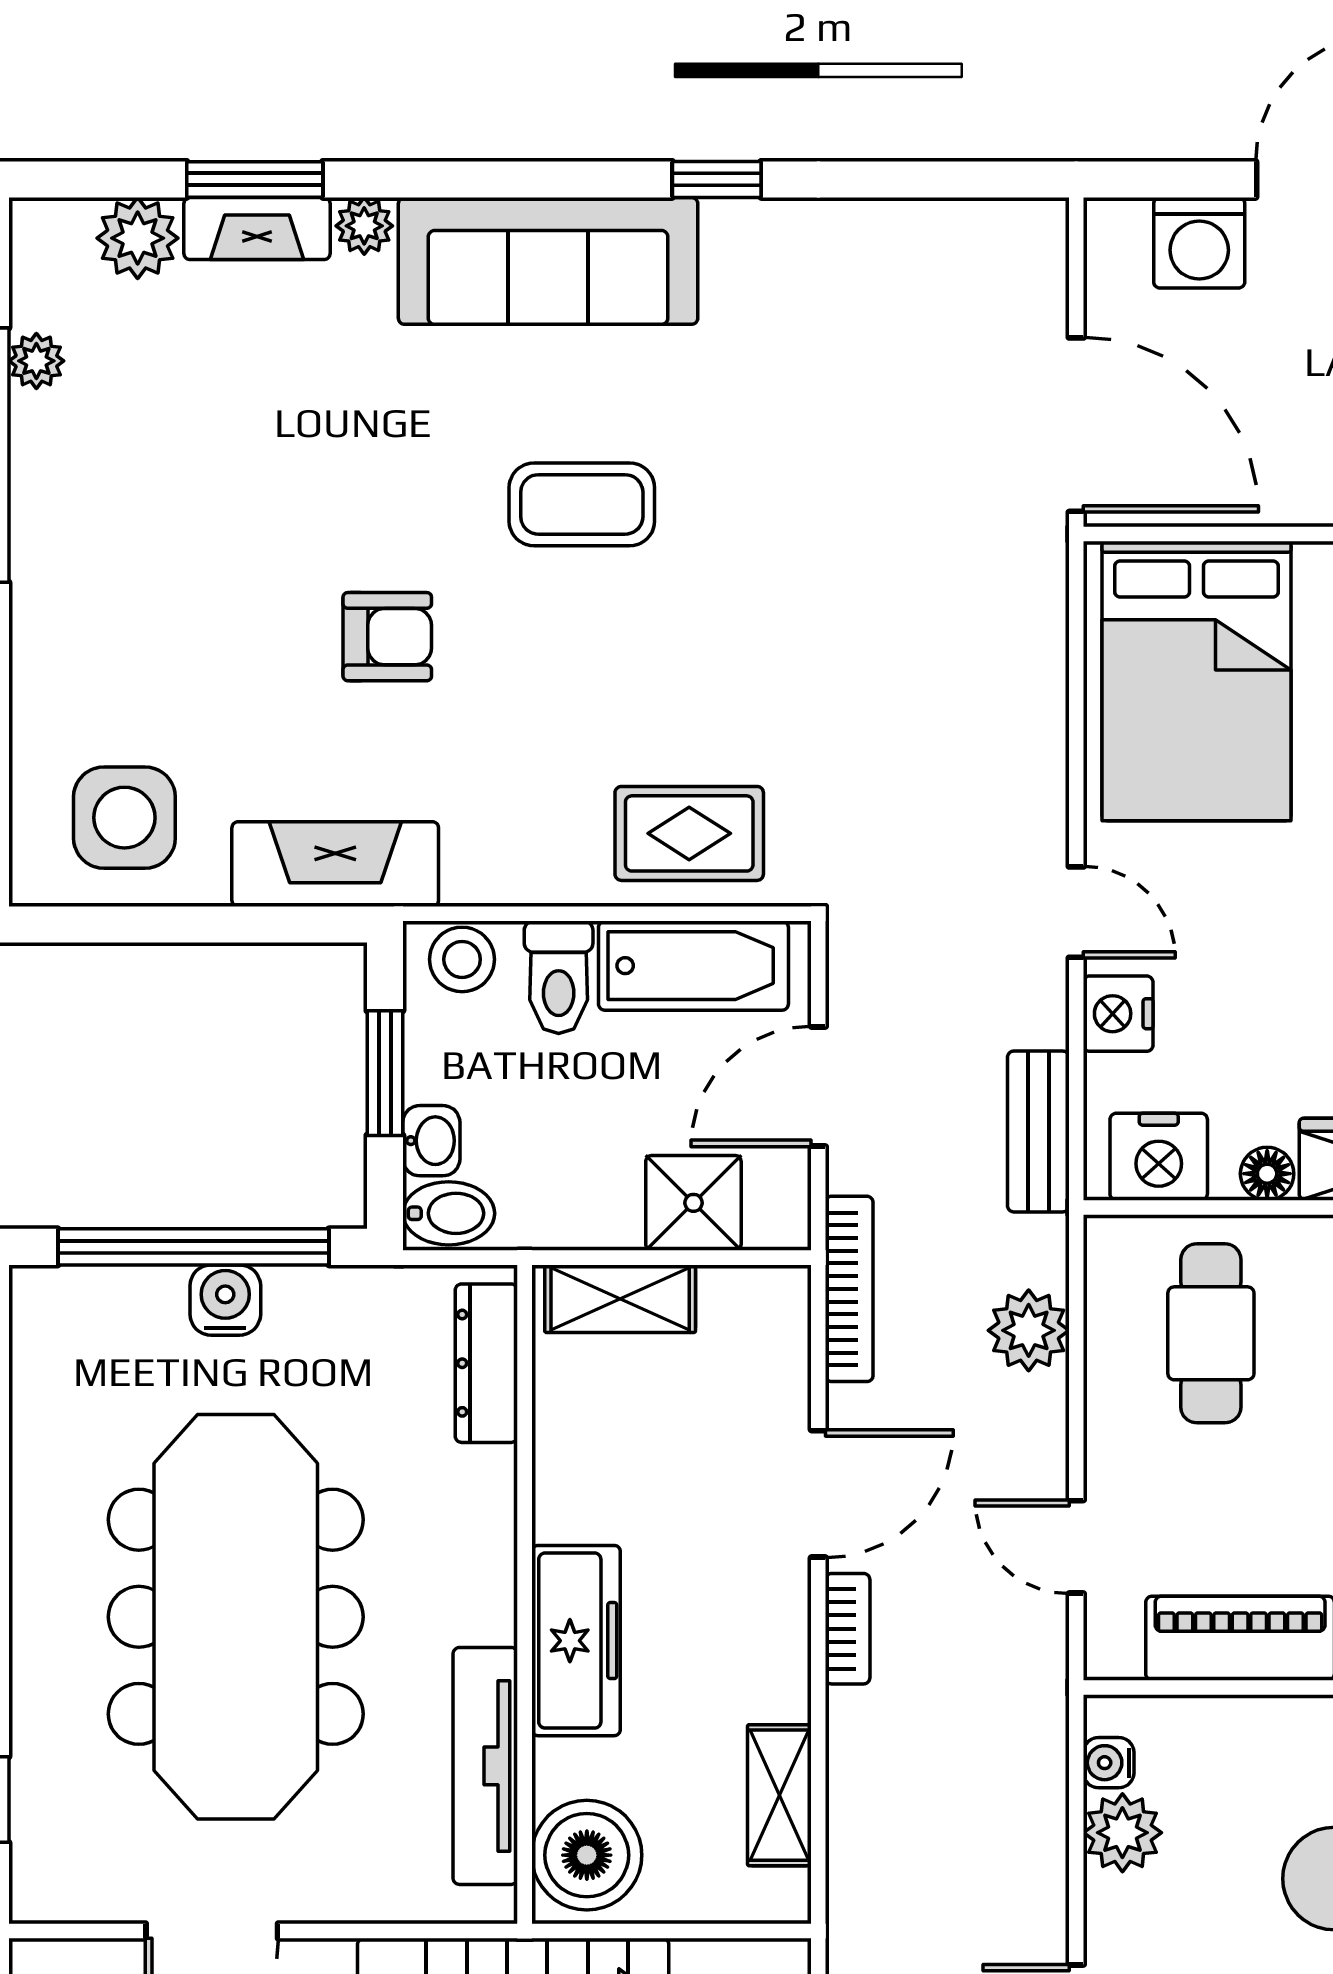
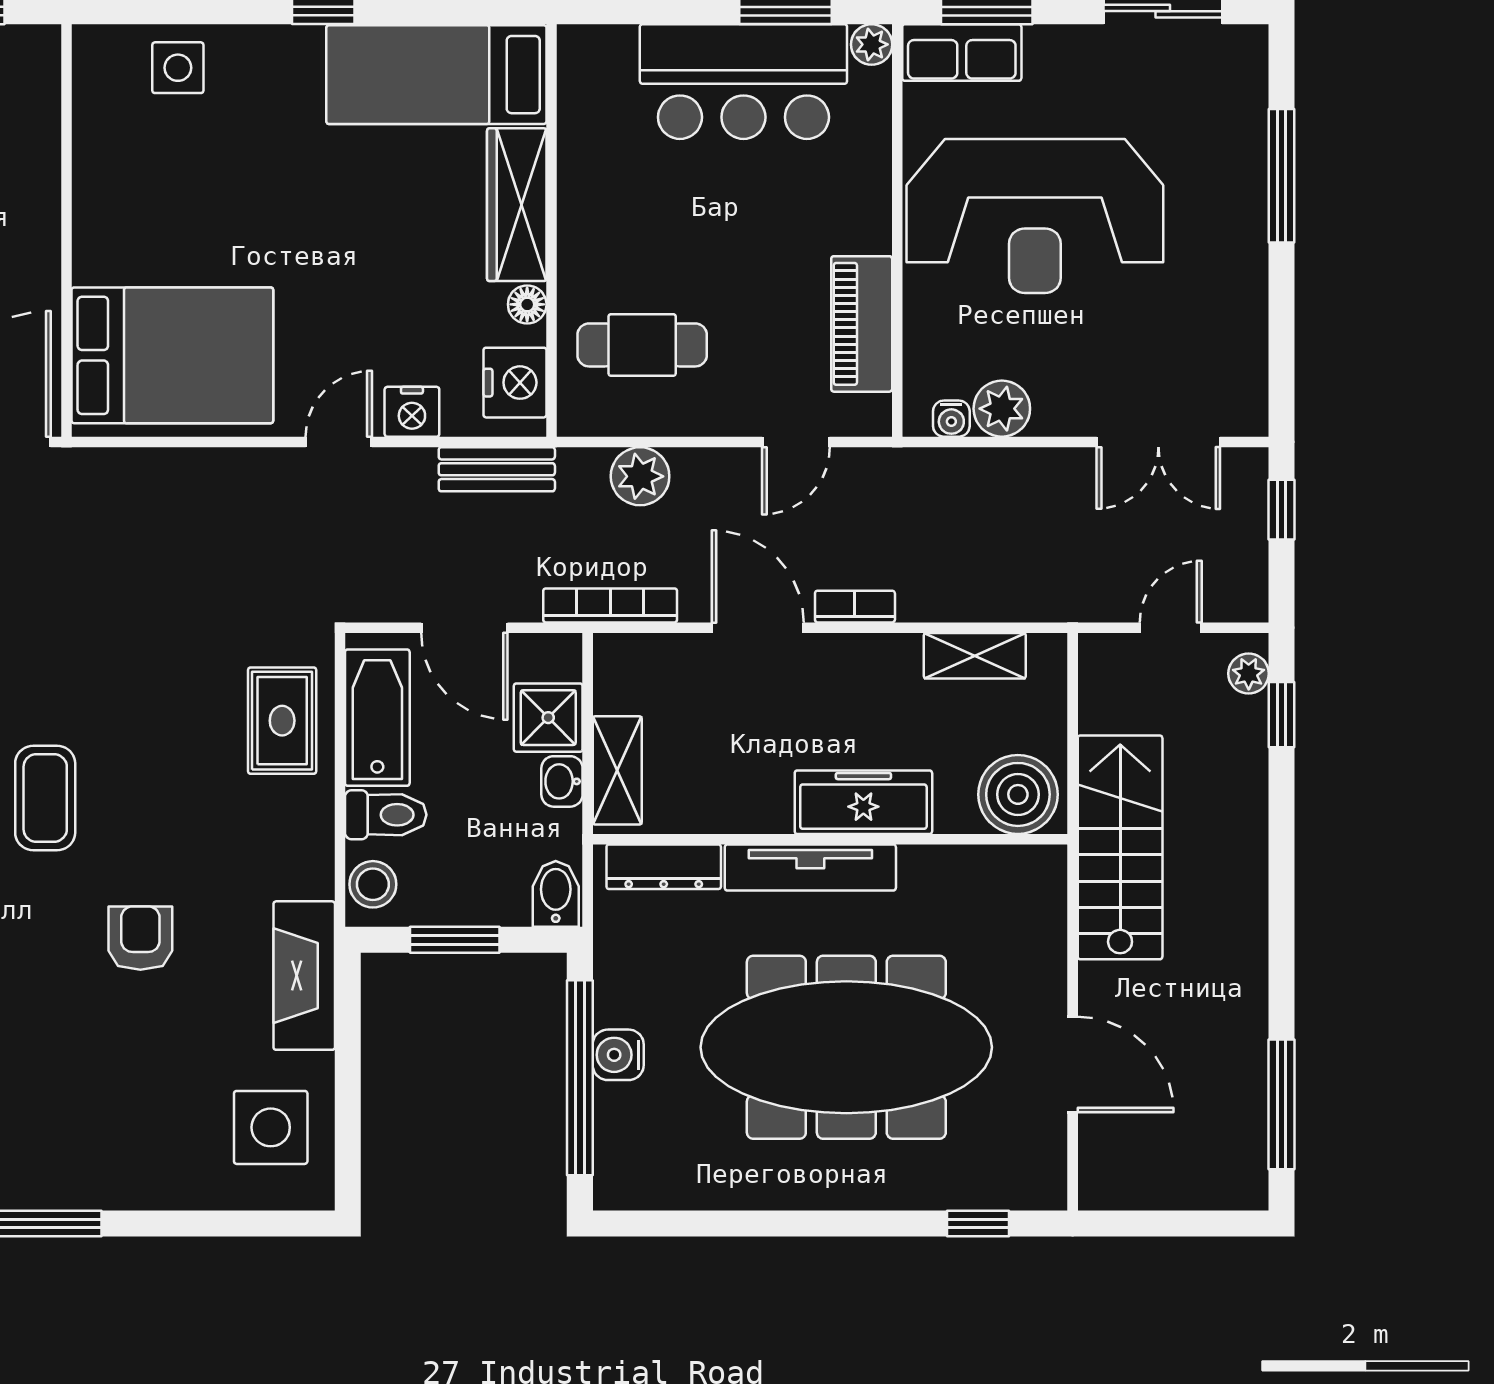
washbasin: (431, 1141) -> (562, 781), moved, turned -90
tv unit: (485, 1766) -> (810, 868), moved

